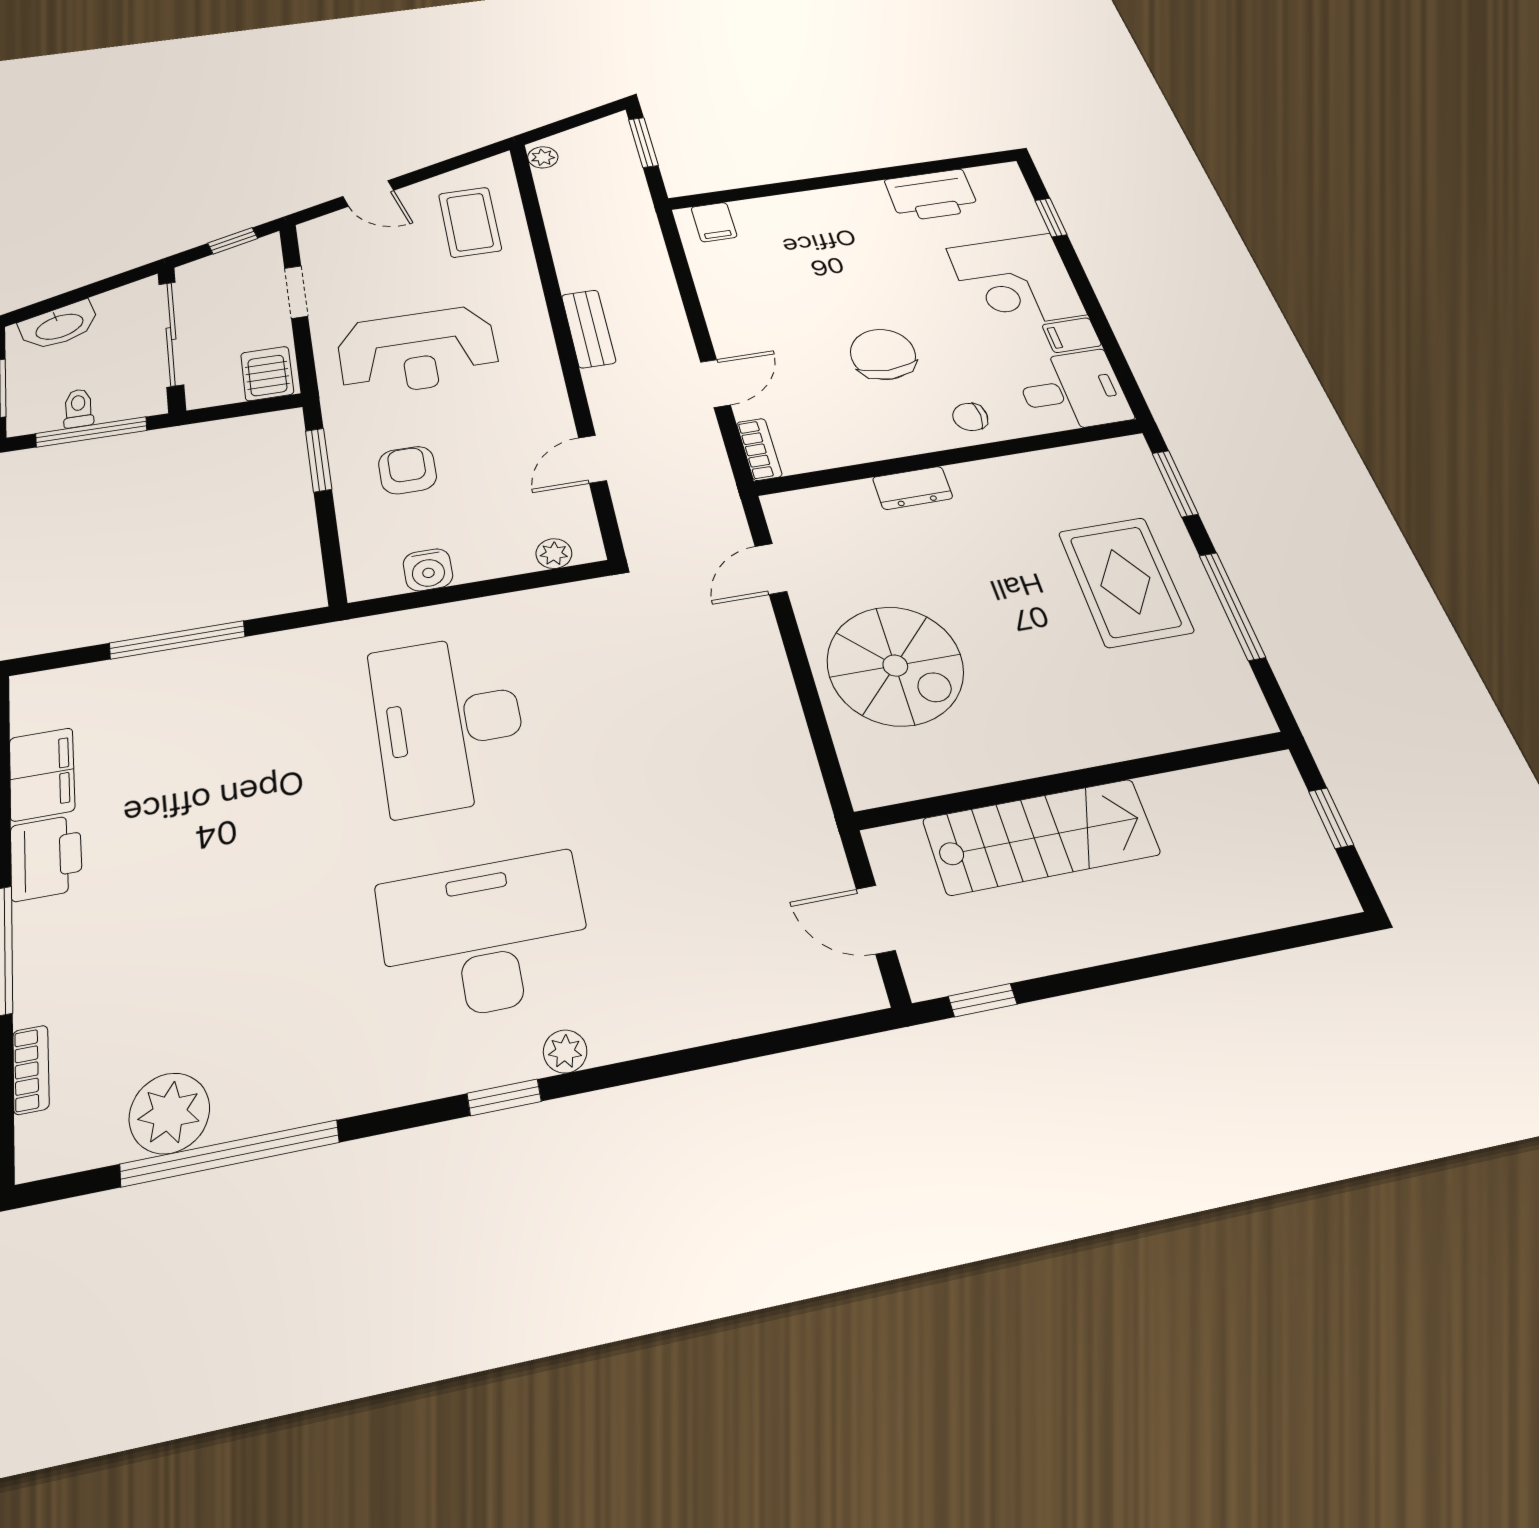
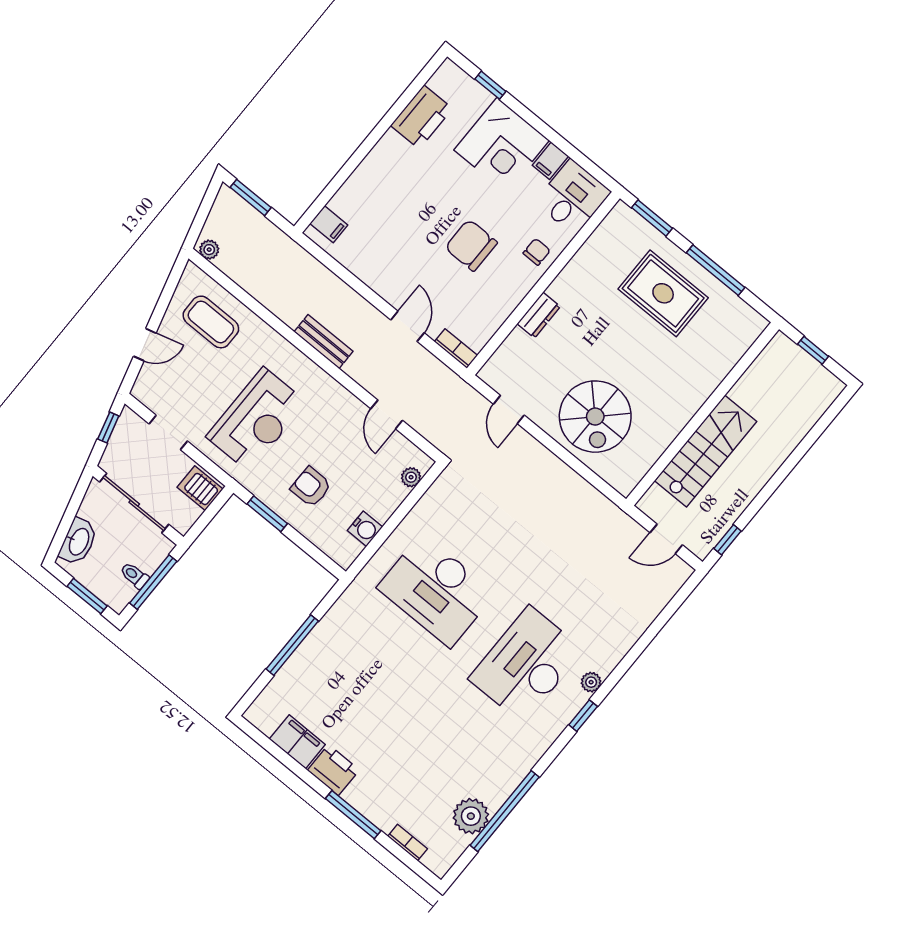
chair: (970, 417) -> (537, 252), turned 180
spiral stairs: (895, 666) -> (595, 417), turned 90

